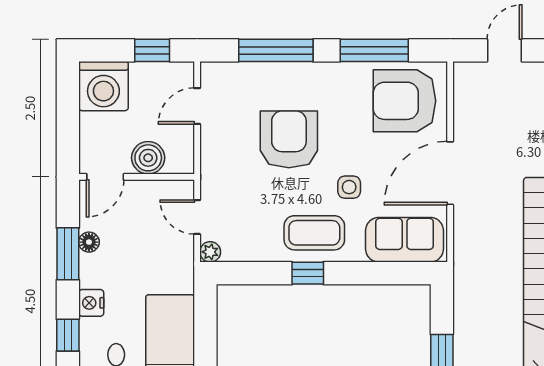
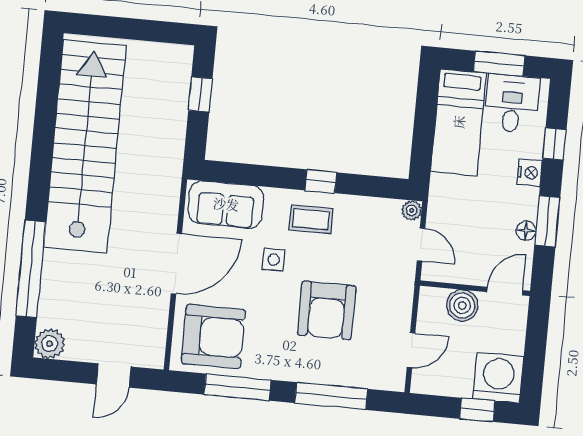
window: (152, 50) -> (477, 410), moved
coffee table: (314, 233) -> (311, 219), width x0.73, depth x0.77

